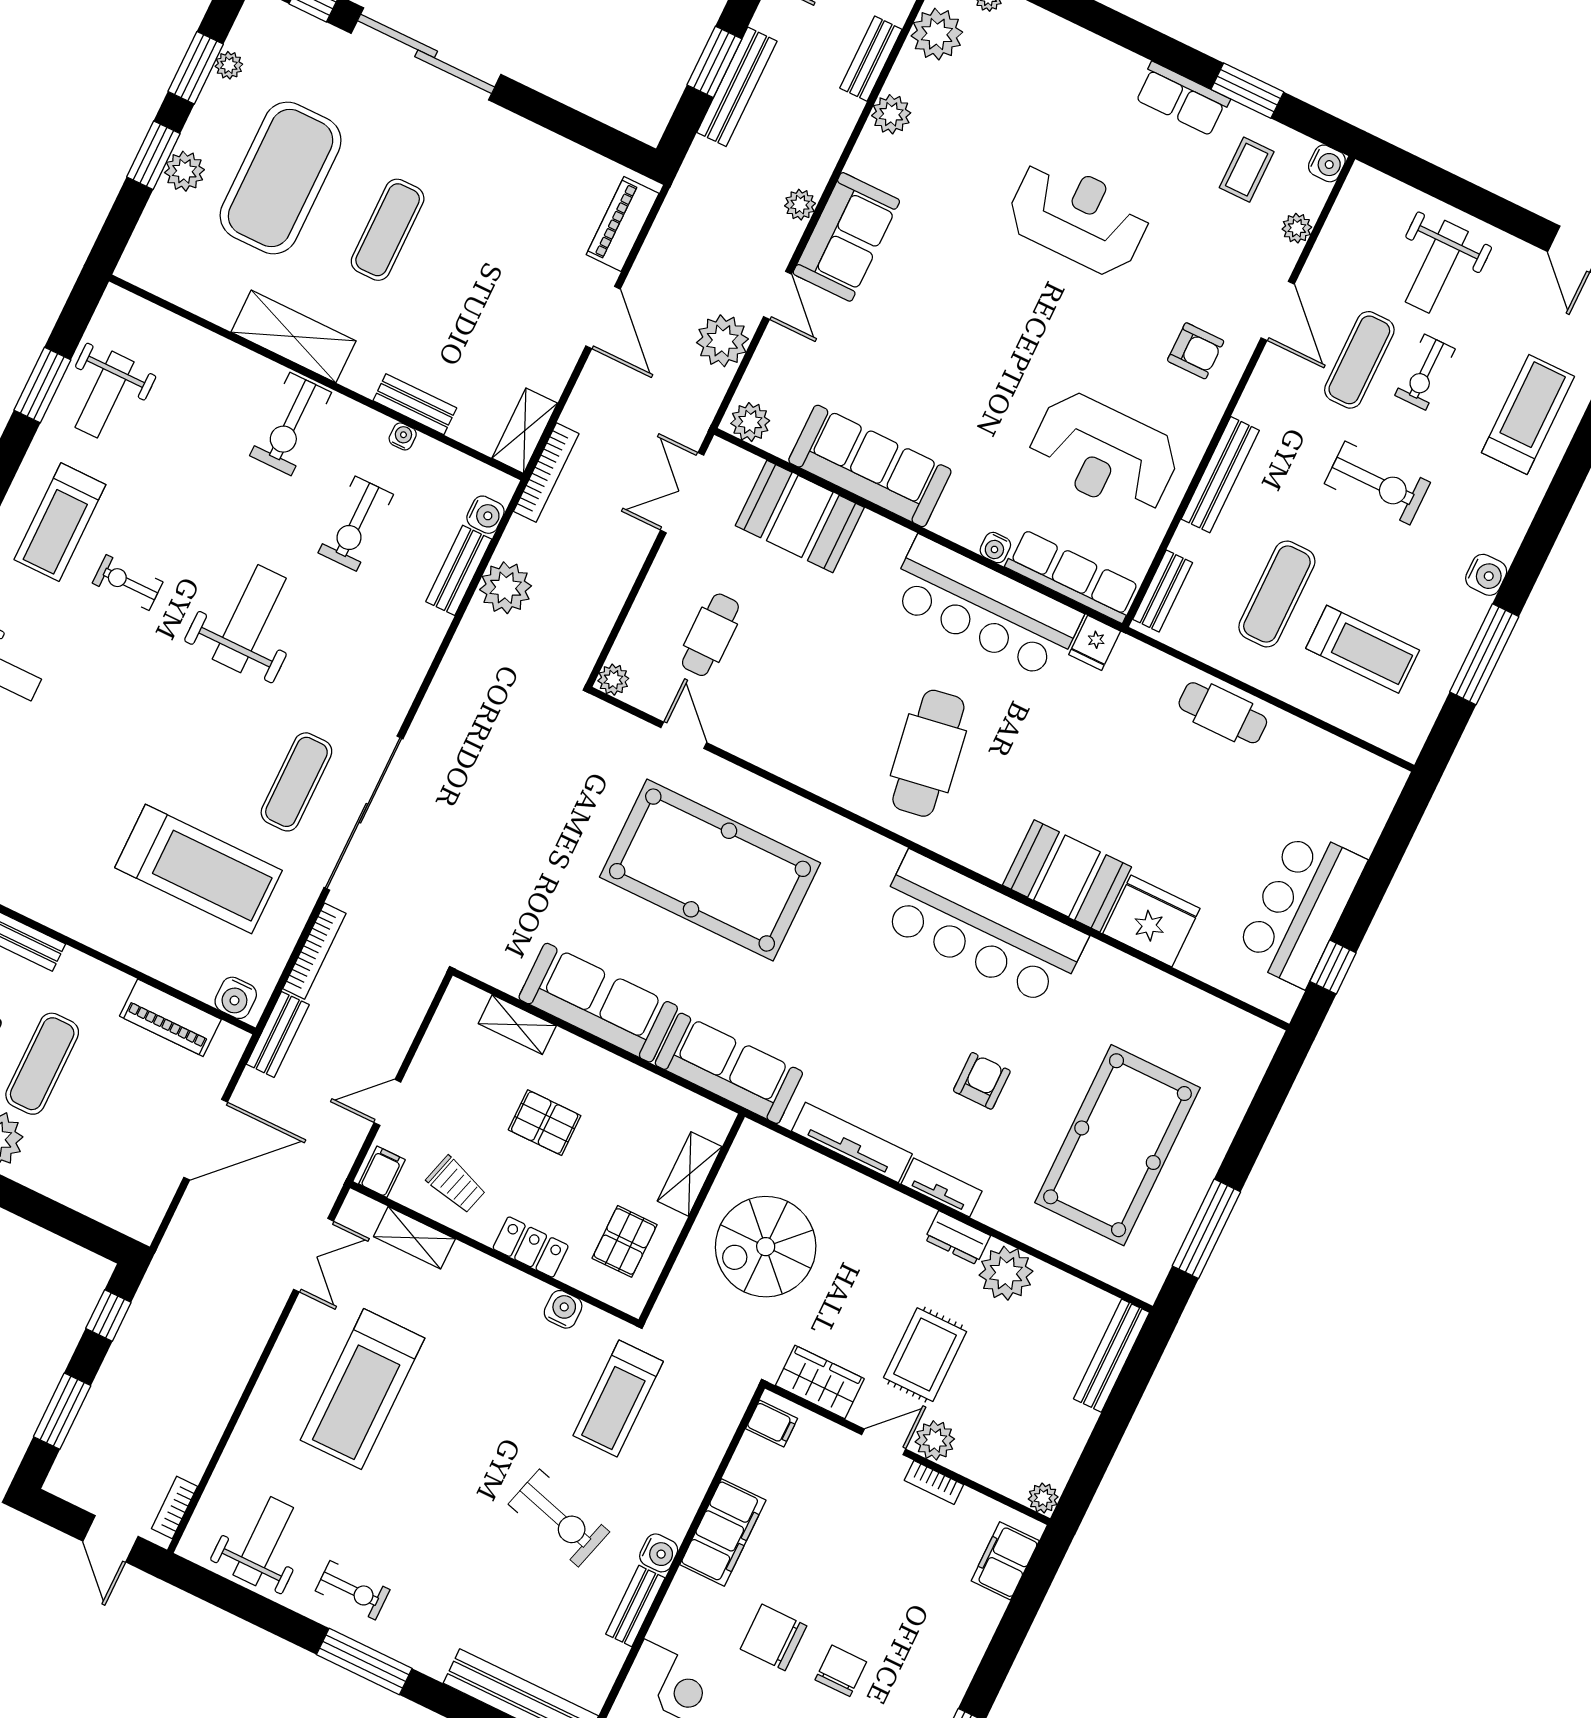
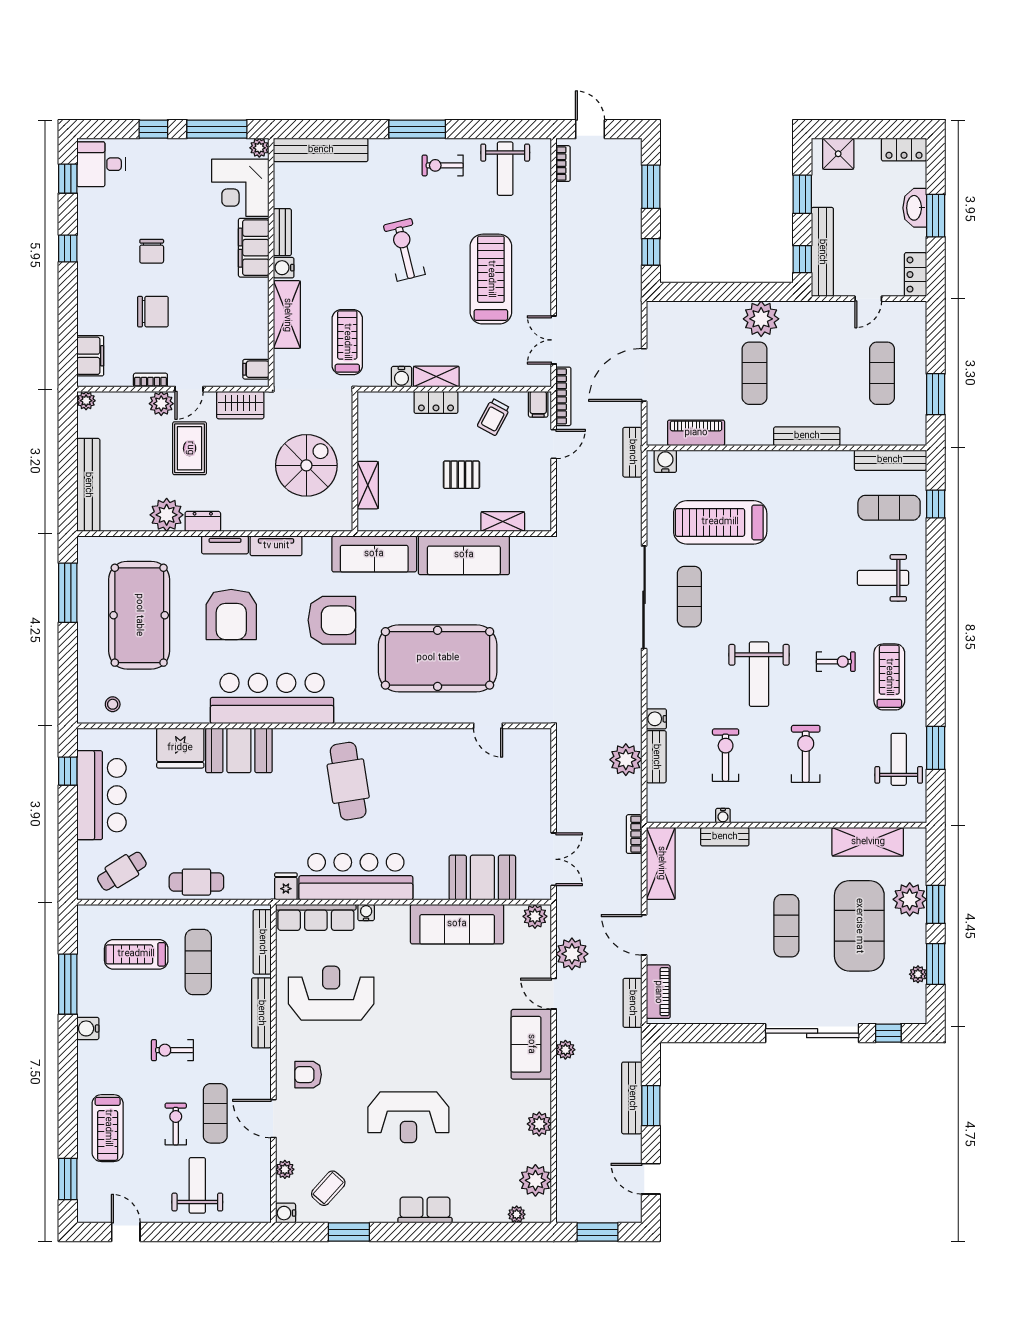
bench: (871, 59) -> (632, 1003), moved
row of seats: (1182, 99) -> (425, 1210), moved
coffee table: (1247, 170) -> (328, 1188), turned 42
plant: (184, 171) -> (910, 899), width x1.36, depth x1.36
shelving: (294, 336) -> (868, 842), moved
exercise bike: (291, 424) -> (806, 754), moved
shelving: (525, 431) -> (661, 863), width x1.50, depth x1.33
bookcase: (546, 473) -> (634, 834), width x0.64
exercise bike: (1377, 483) -> (172, 1050), width x0.73, depth x0.72
water cooler: (485, 515) -> (656, 719), moved
bench: (1163, 591) -> (262, 942), width x1.36
cafe table: (710, 635) -> (122, 871), moved, turned 58
plant: (613, 680) -> (542, 738), removed
bookcase: (314, 951) -> (563, 396), moved, turned 180
armchair: (838, 1001) -> (332, 620), added
stool: (1220, 1033) -> (113, 704), added
armchair: (982, 1081) -> (231, 615), width x1.88, depth x1.88
tv unit: (852, 1142) -> (276, 546), width x0.71
trolley: (456, 1185) -> (494, 417), turned -78
shelving: (414, 1238) -> (436, 376), moved
pallet: (625, 1241) -> (386, 431), removed
bench: (1112, 1356) -> (88, 485), width x1.37, depth x1.21
shelving: (687, 1482) -> (287, 315), added
exercise bike: (559, 1518) -> (404, 250), moved, turned 60
filing cabinet: (723, 1532) -> (254, 248), moved
chair: (774, 1637) -> (153, 312), moved

